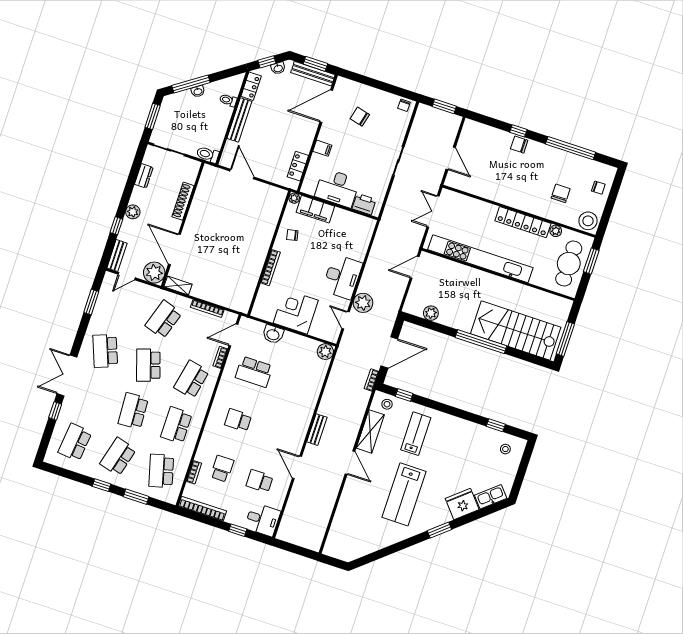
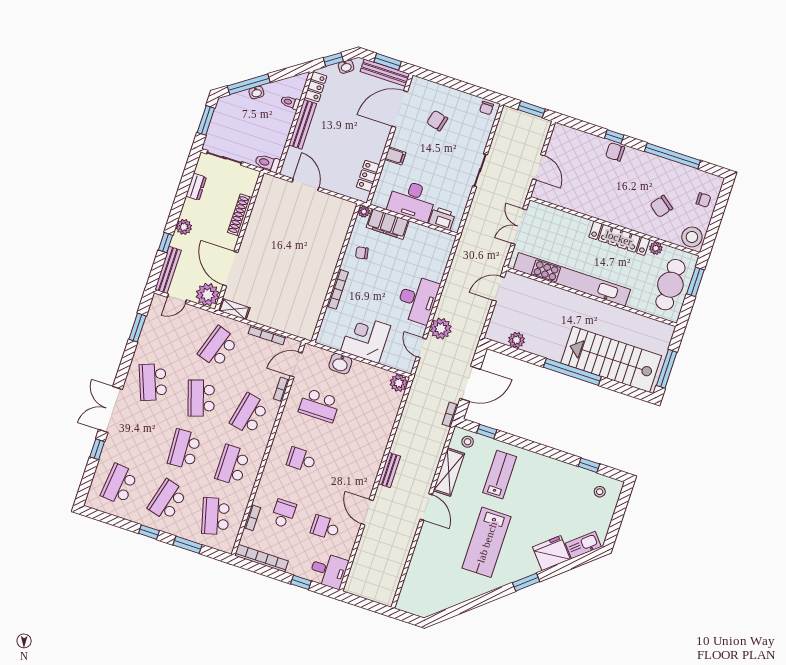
chair: (561, 193) -> (661, 206), turned -142
bench: (117, 256) -> (168, 270), width x1.36

